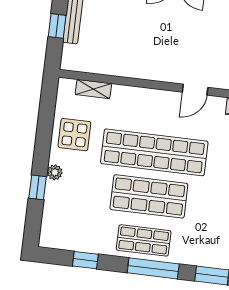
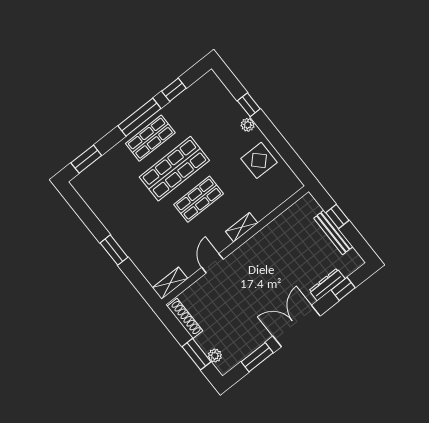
shelving: (93, 89) -> (242, 227), moved
shop shelf: (154, 152) -> (199, 199), width x0.50, depth x0.74
window: (153, 268) -> (139, 117), moved

